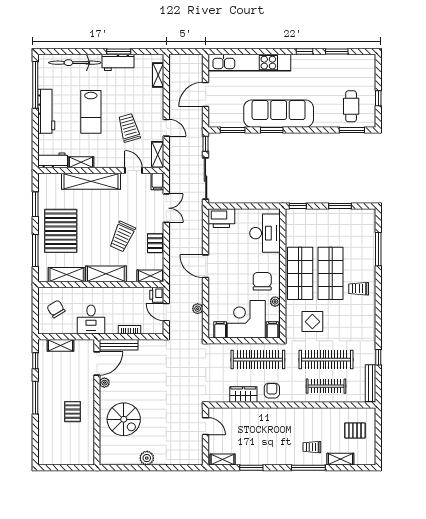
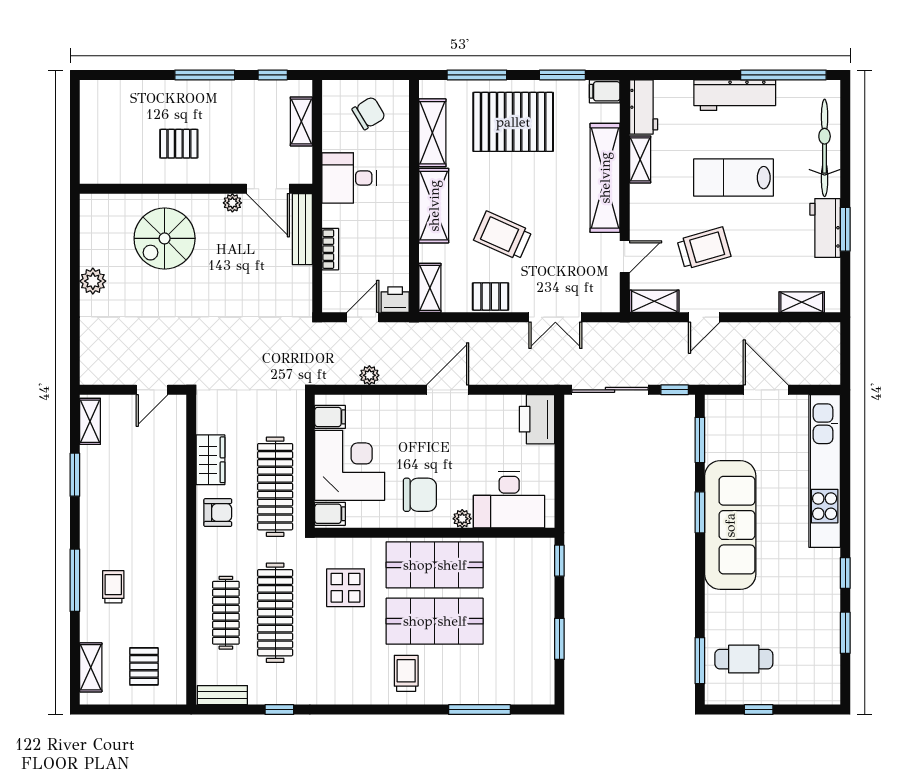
filing cabinet: (157, 182) -> (605, 91), moved
plant: (275, 302) -> (462, 519), moved
bench: (371, 383) -> (222, 695), width x0.73
shelving: (340, 459) -> (91, 667), moved

